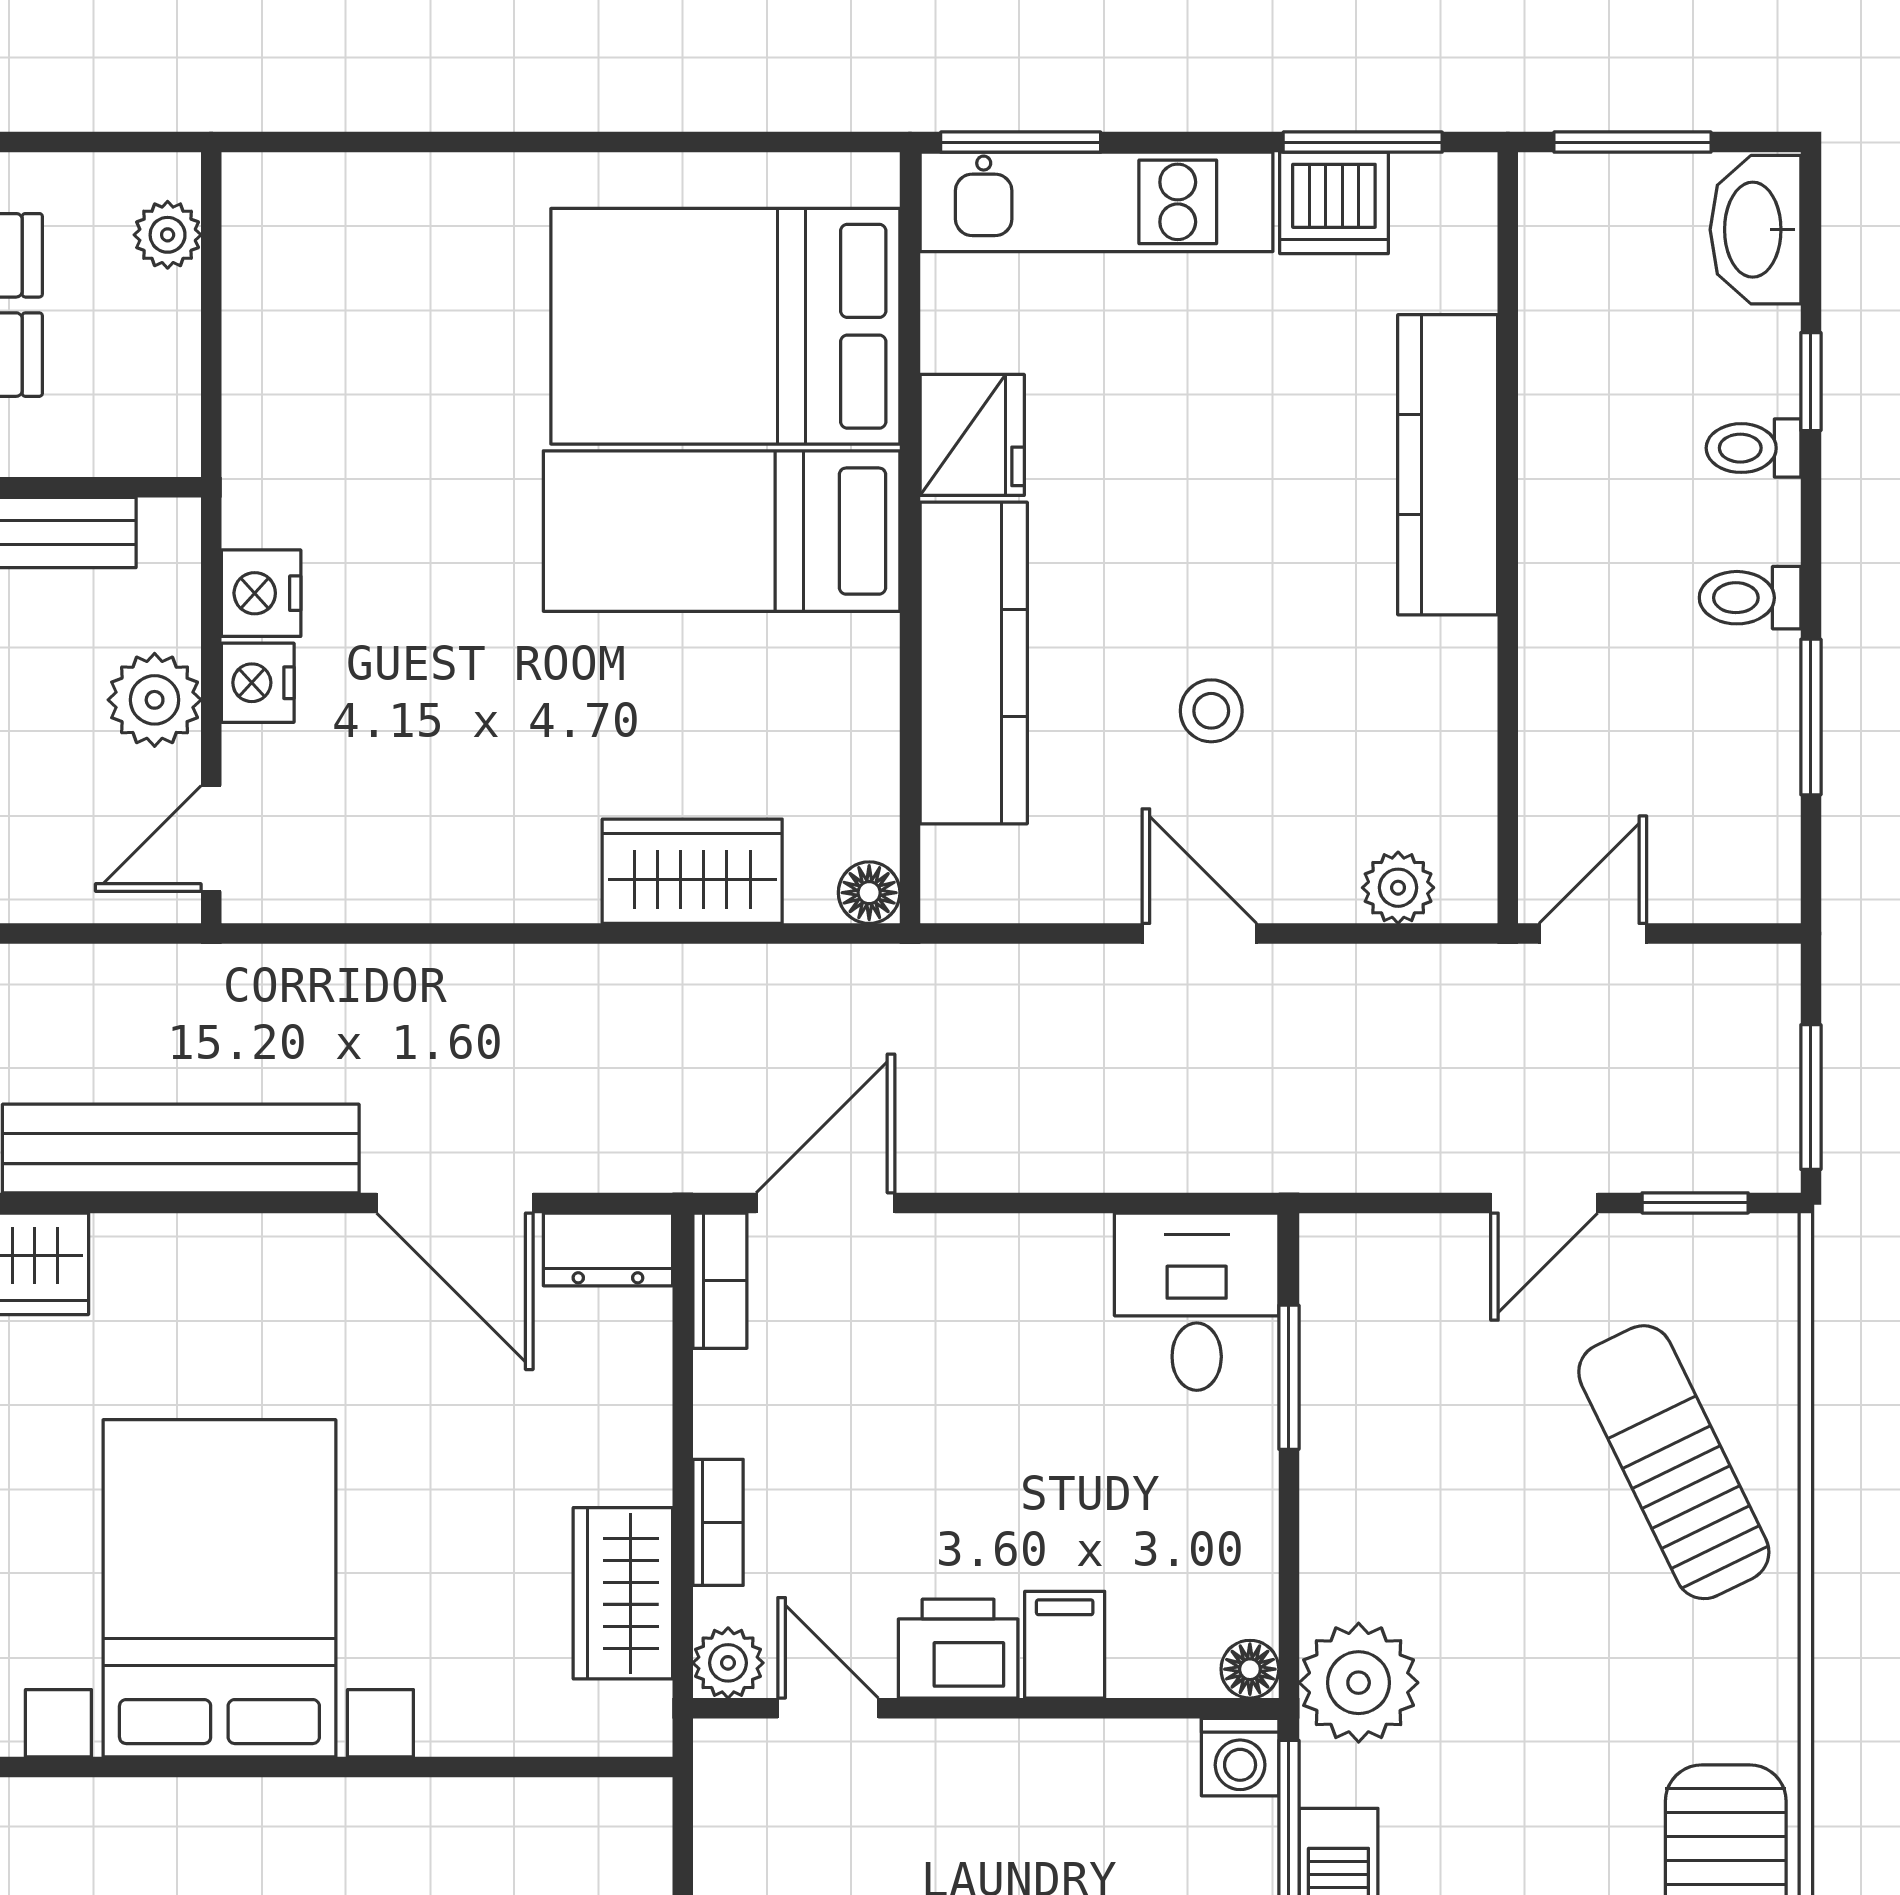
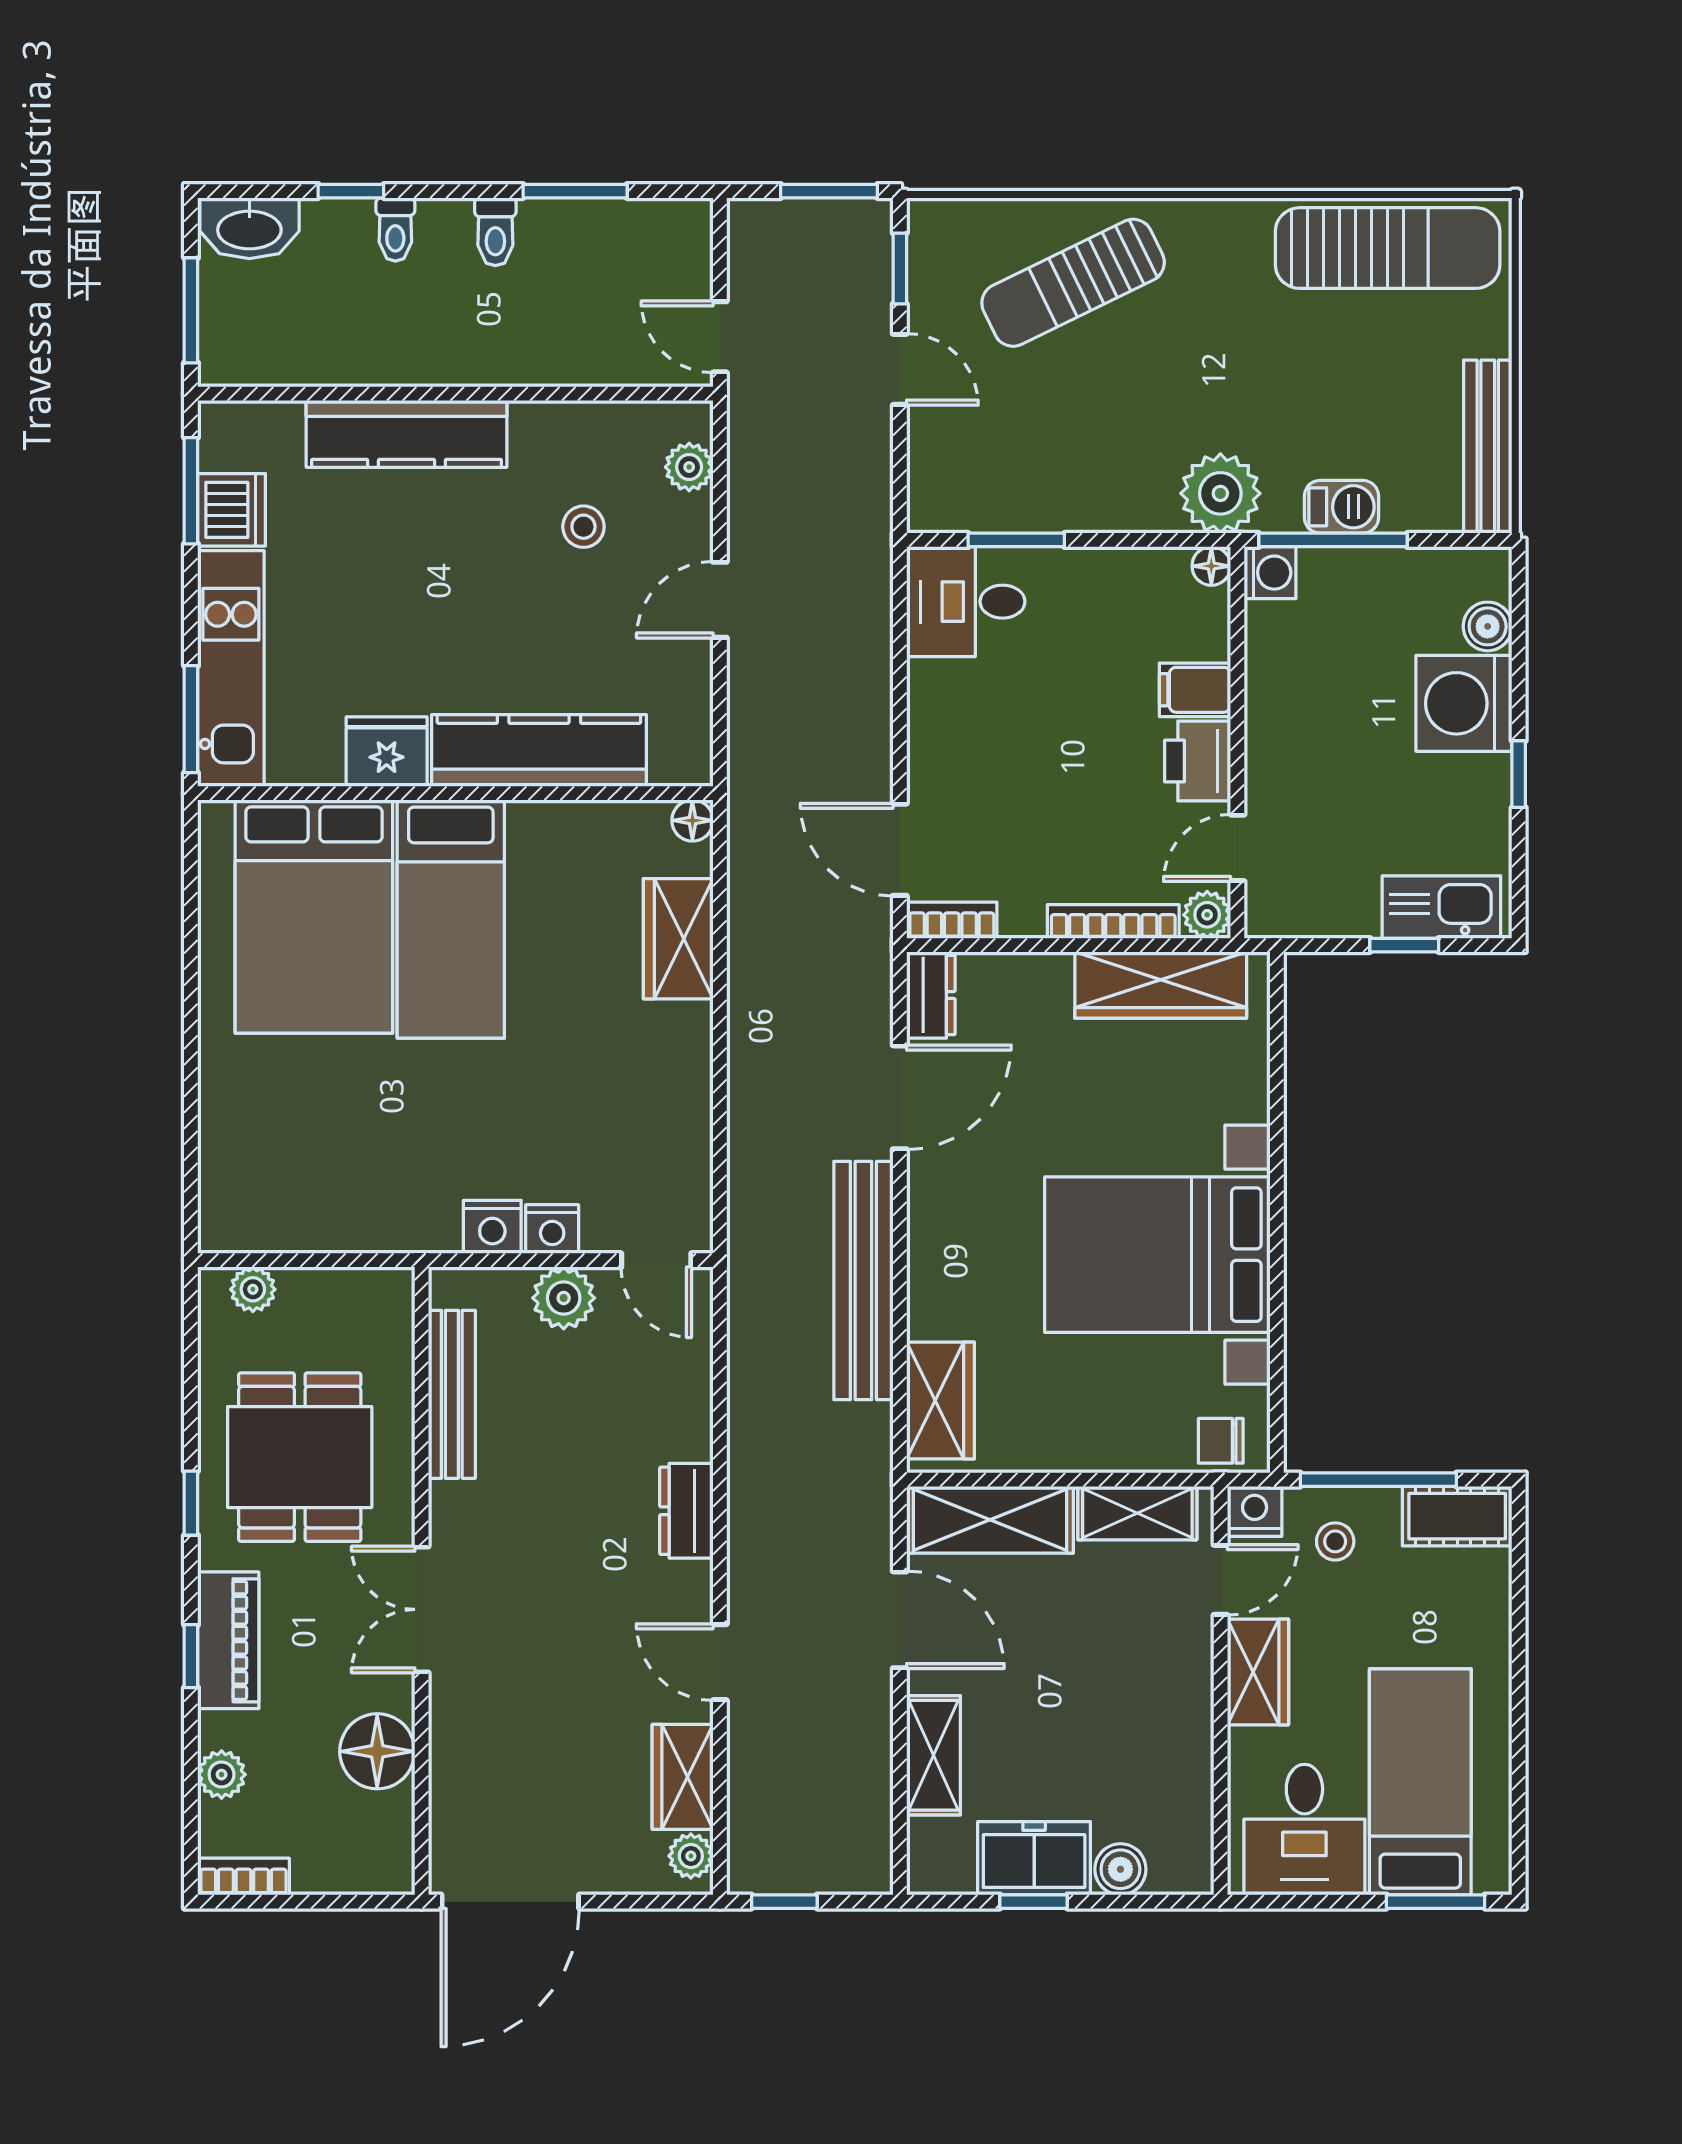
stool: (1211, 711) -> (583, 527), moved
bookcase: (718, 1522) -> (1113, 921), width x1.56
wardrobe: (623, 1593) -> (1161, 985), width x1.50

